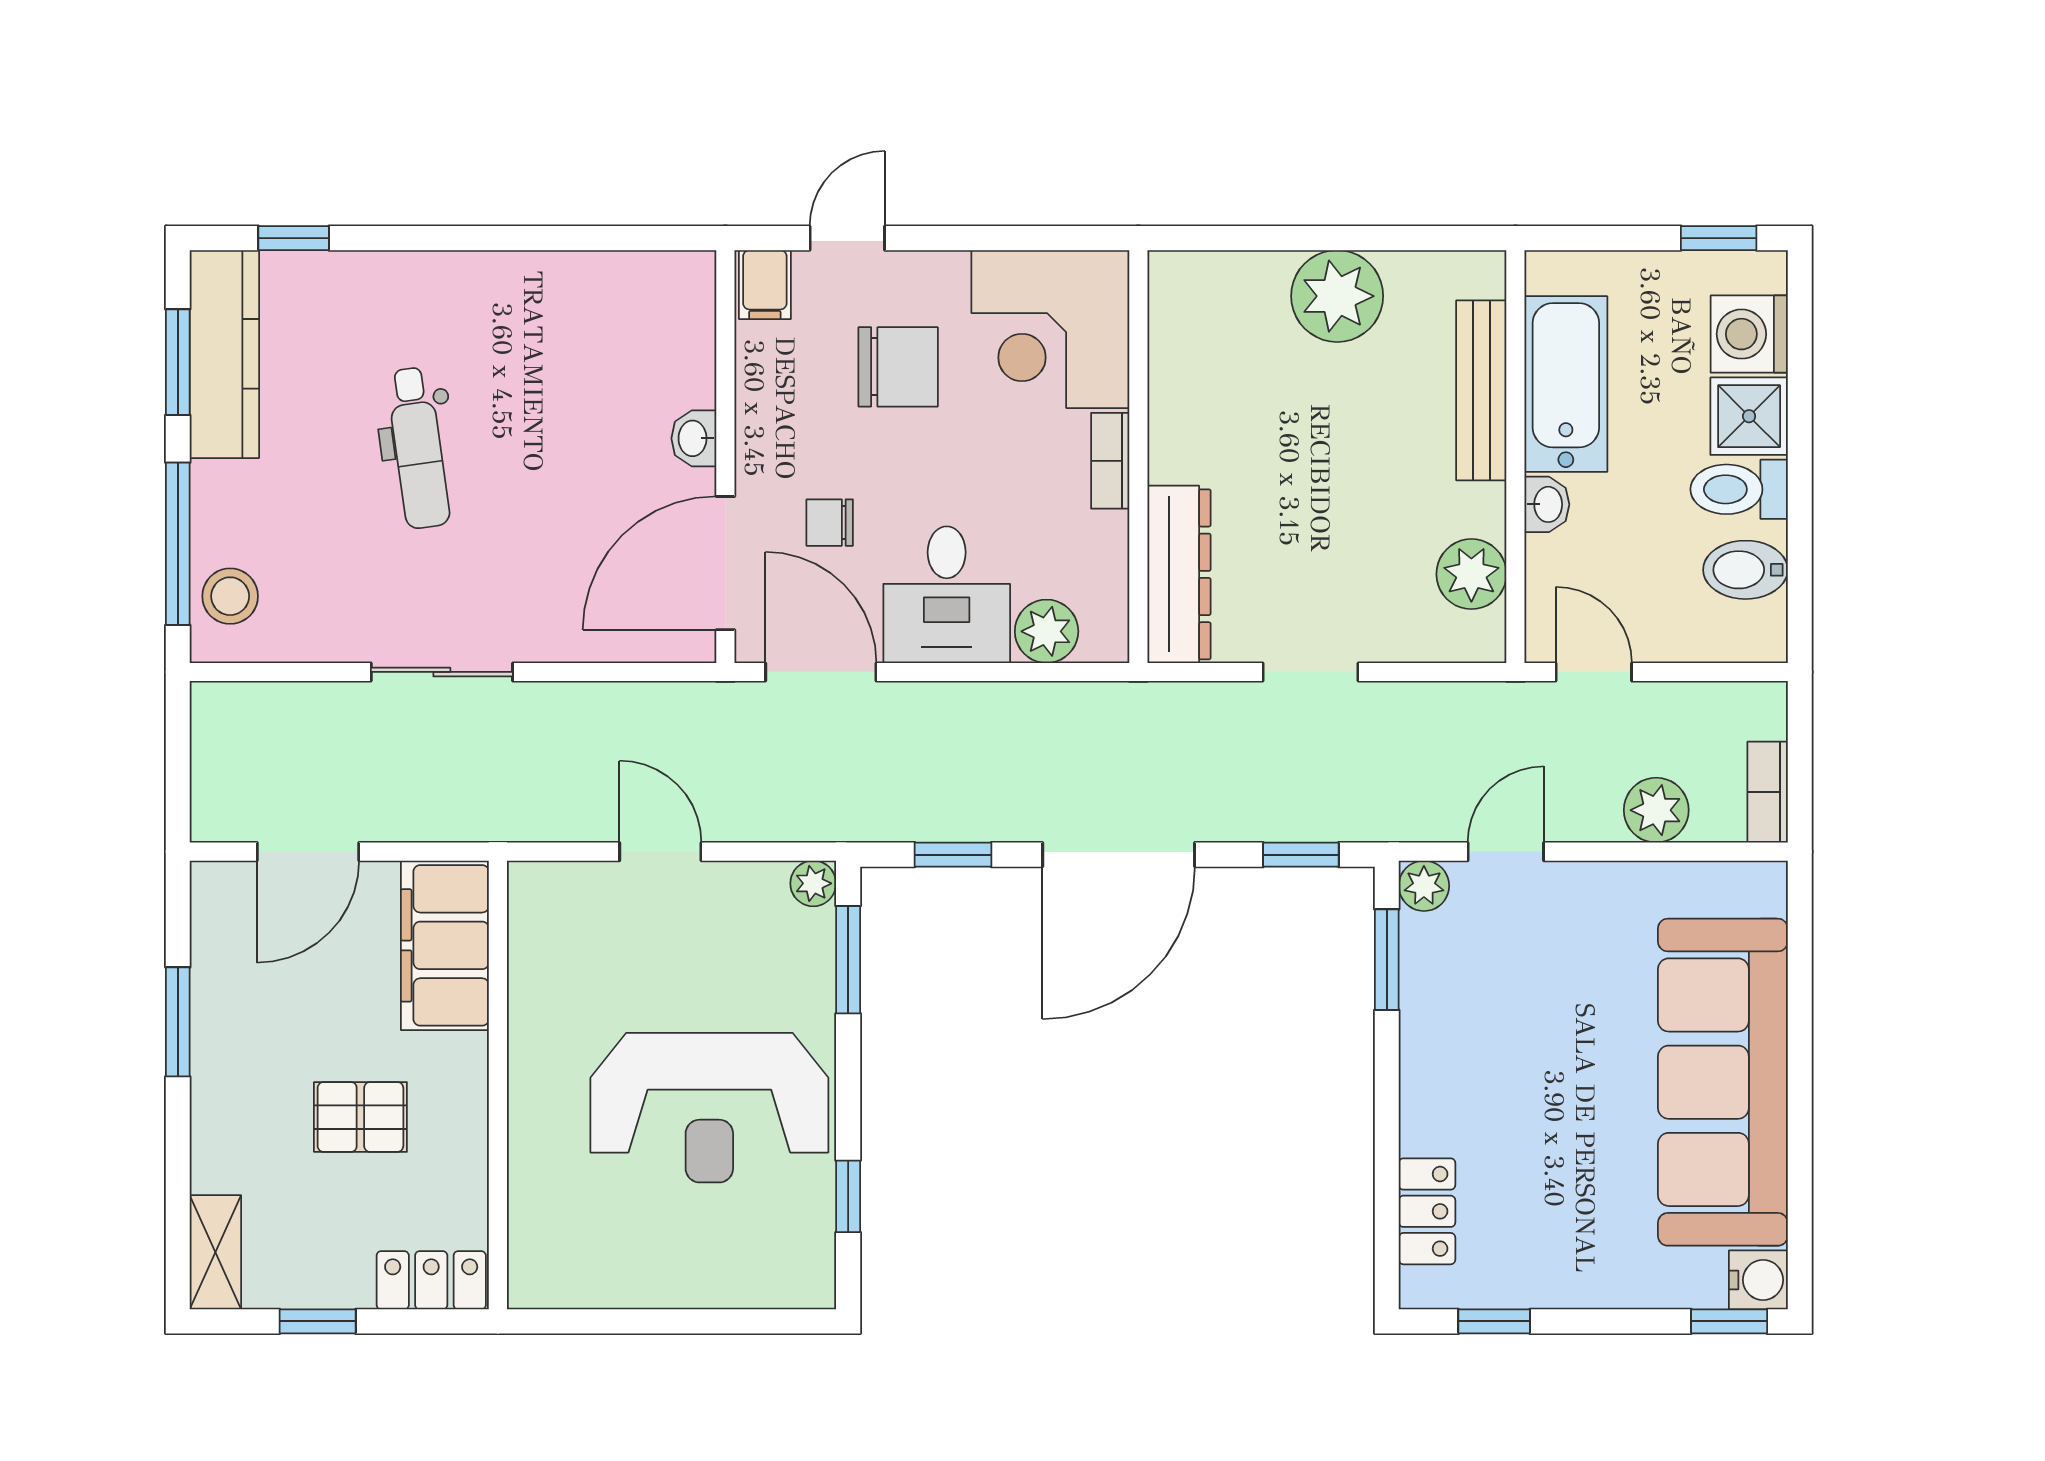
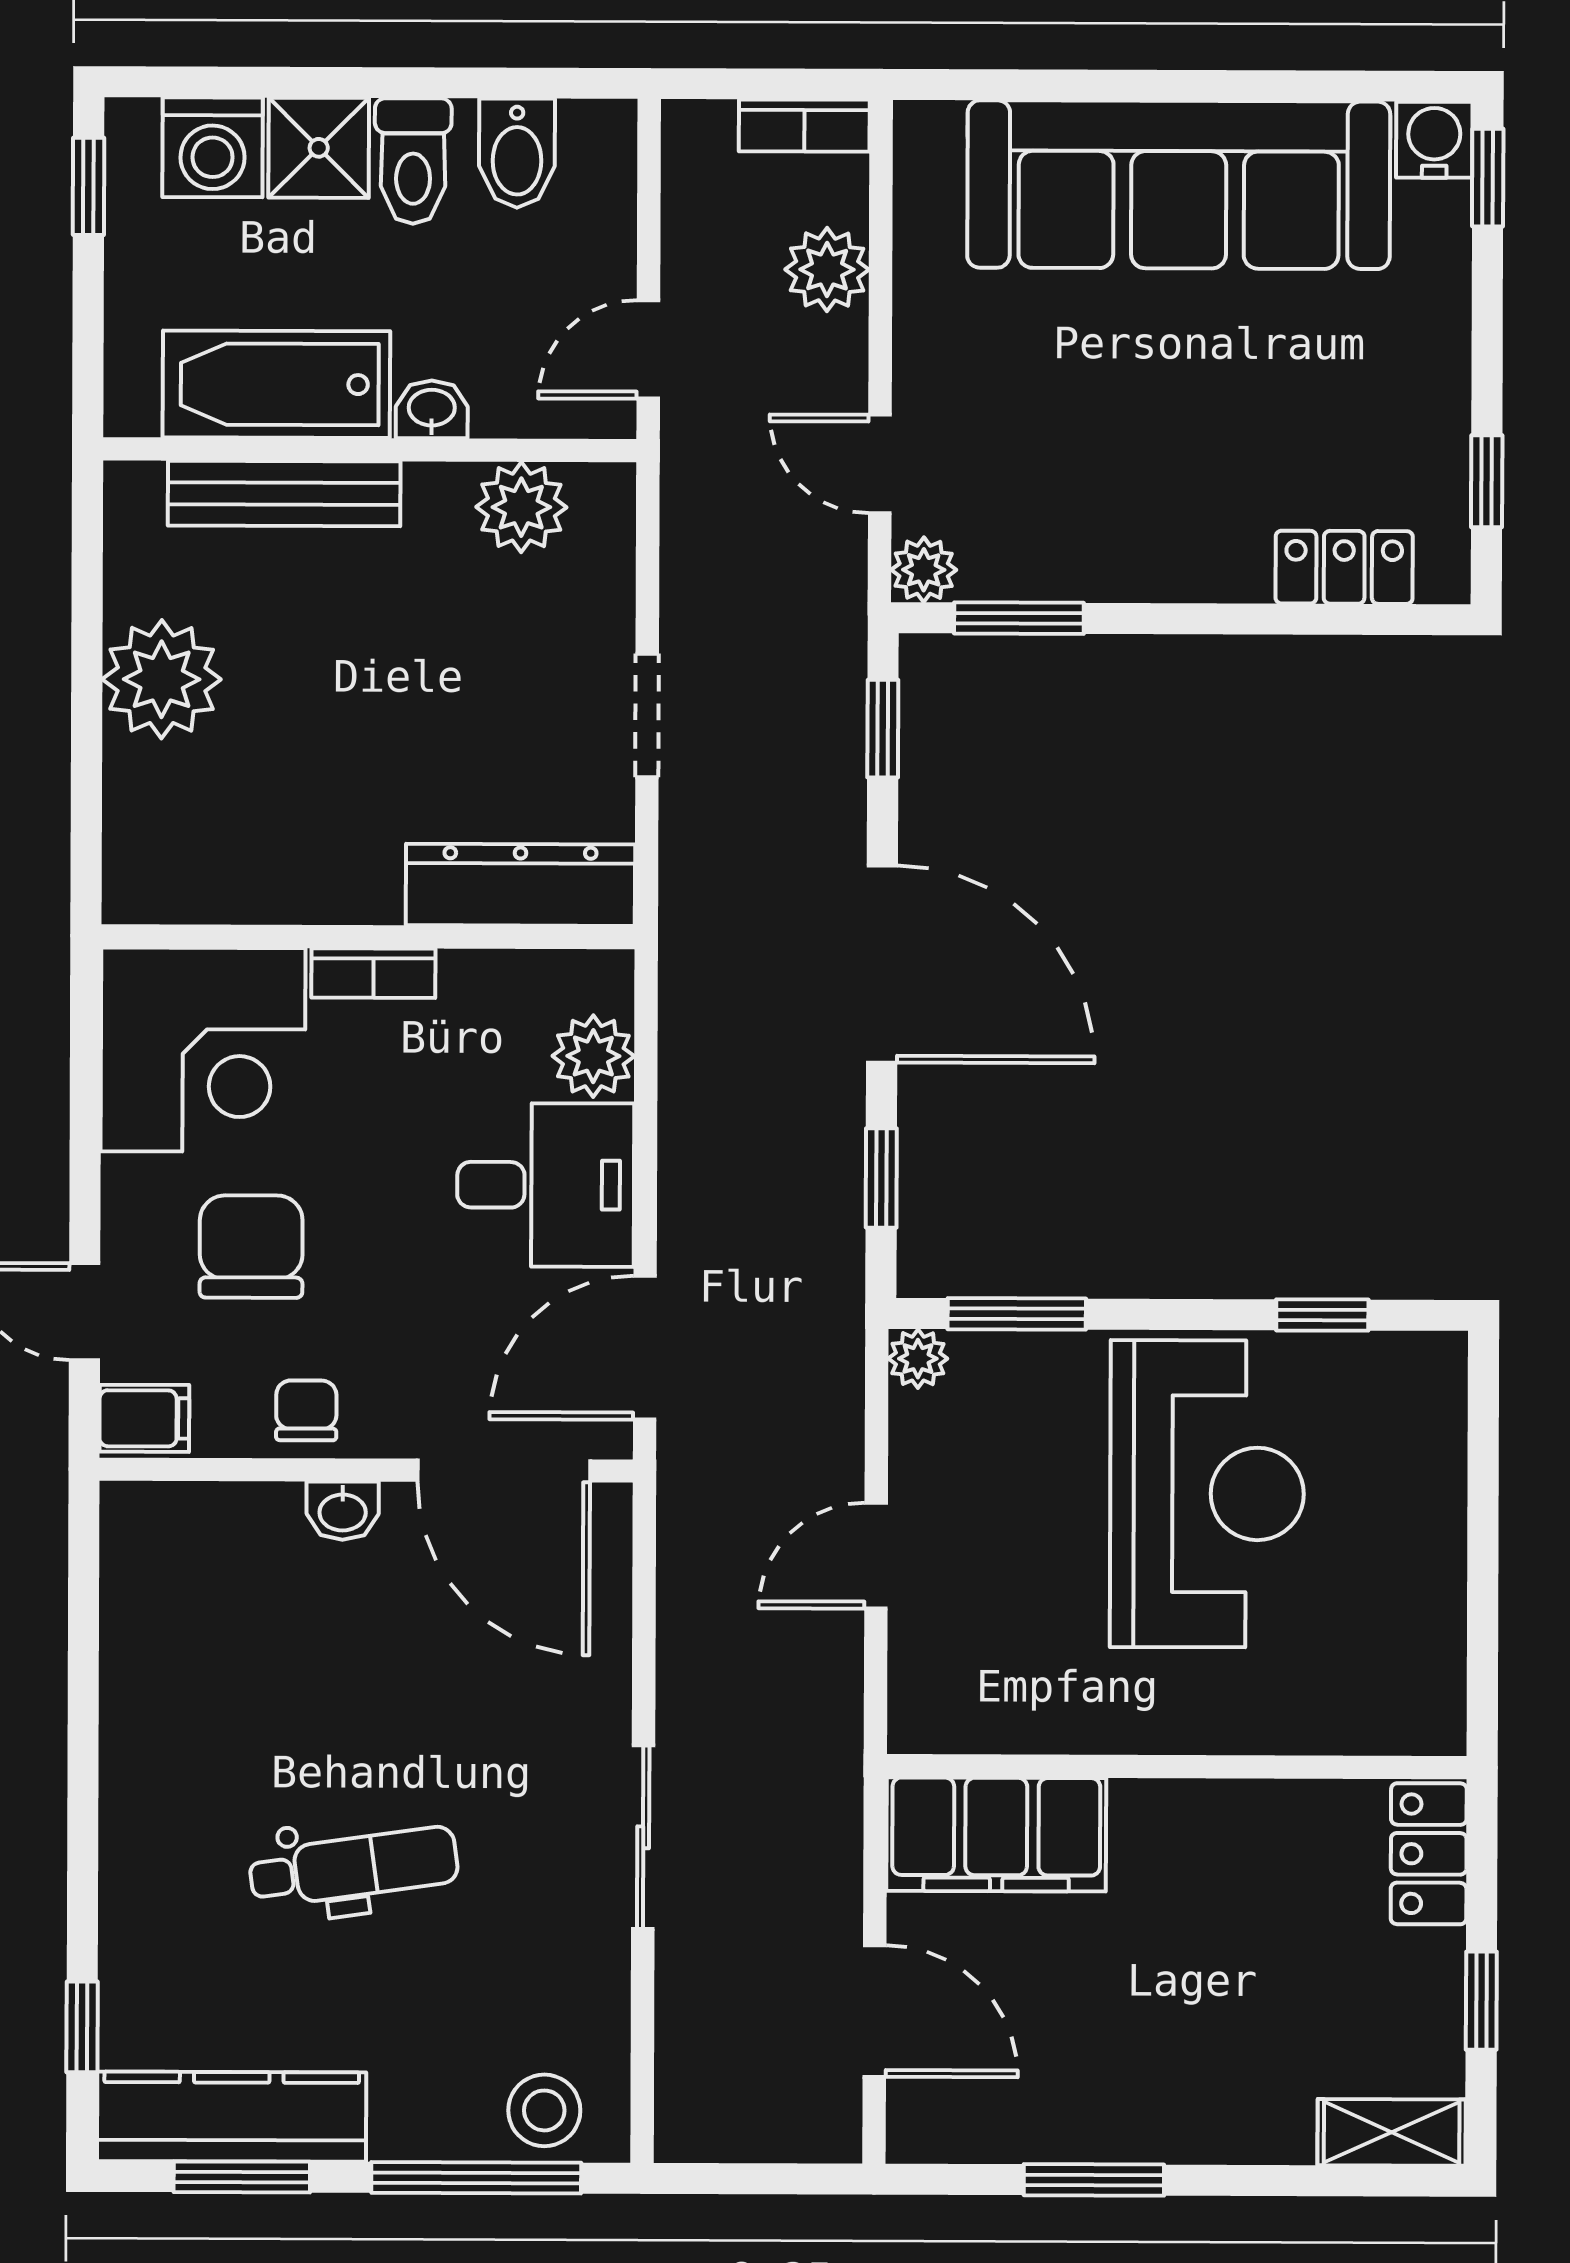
chair: (830, 523) -> (306, 1410), moved, turned 180
pallet: (360, 1117) -> (1217, 1944), removed

